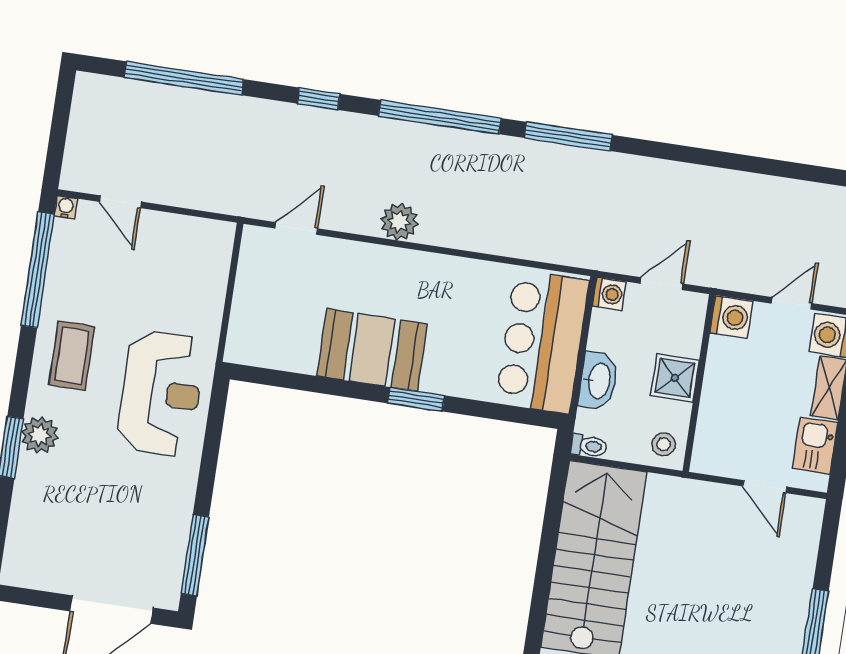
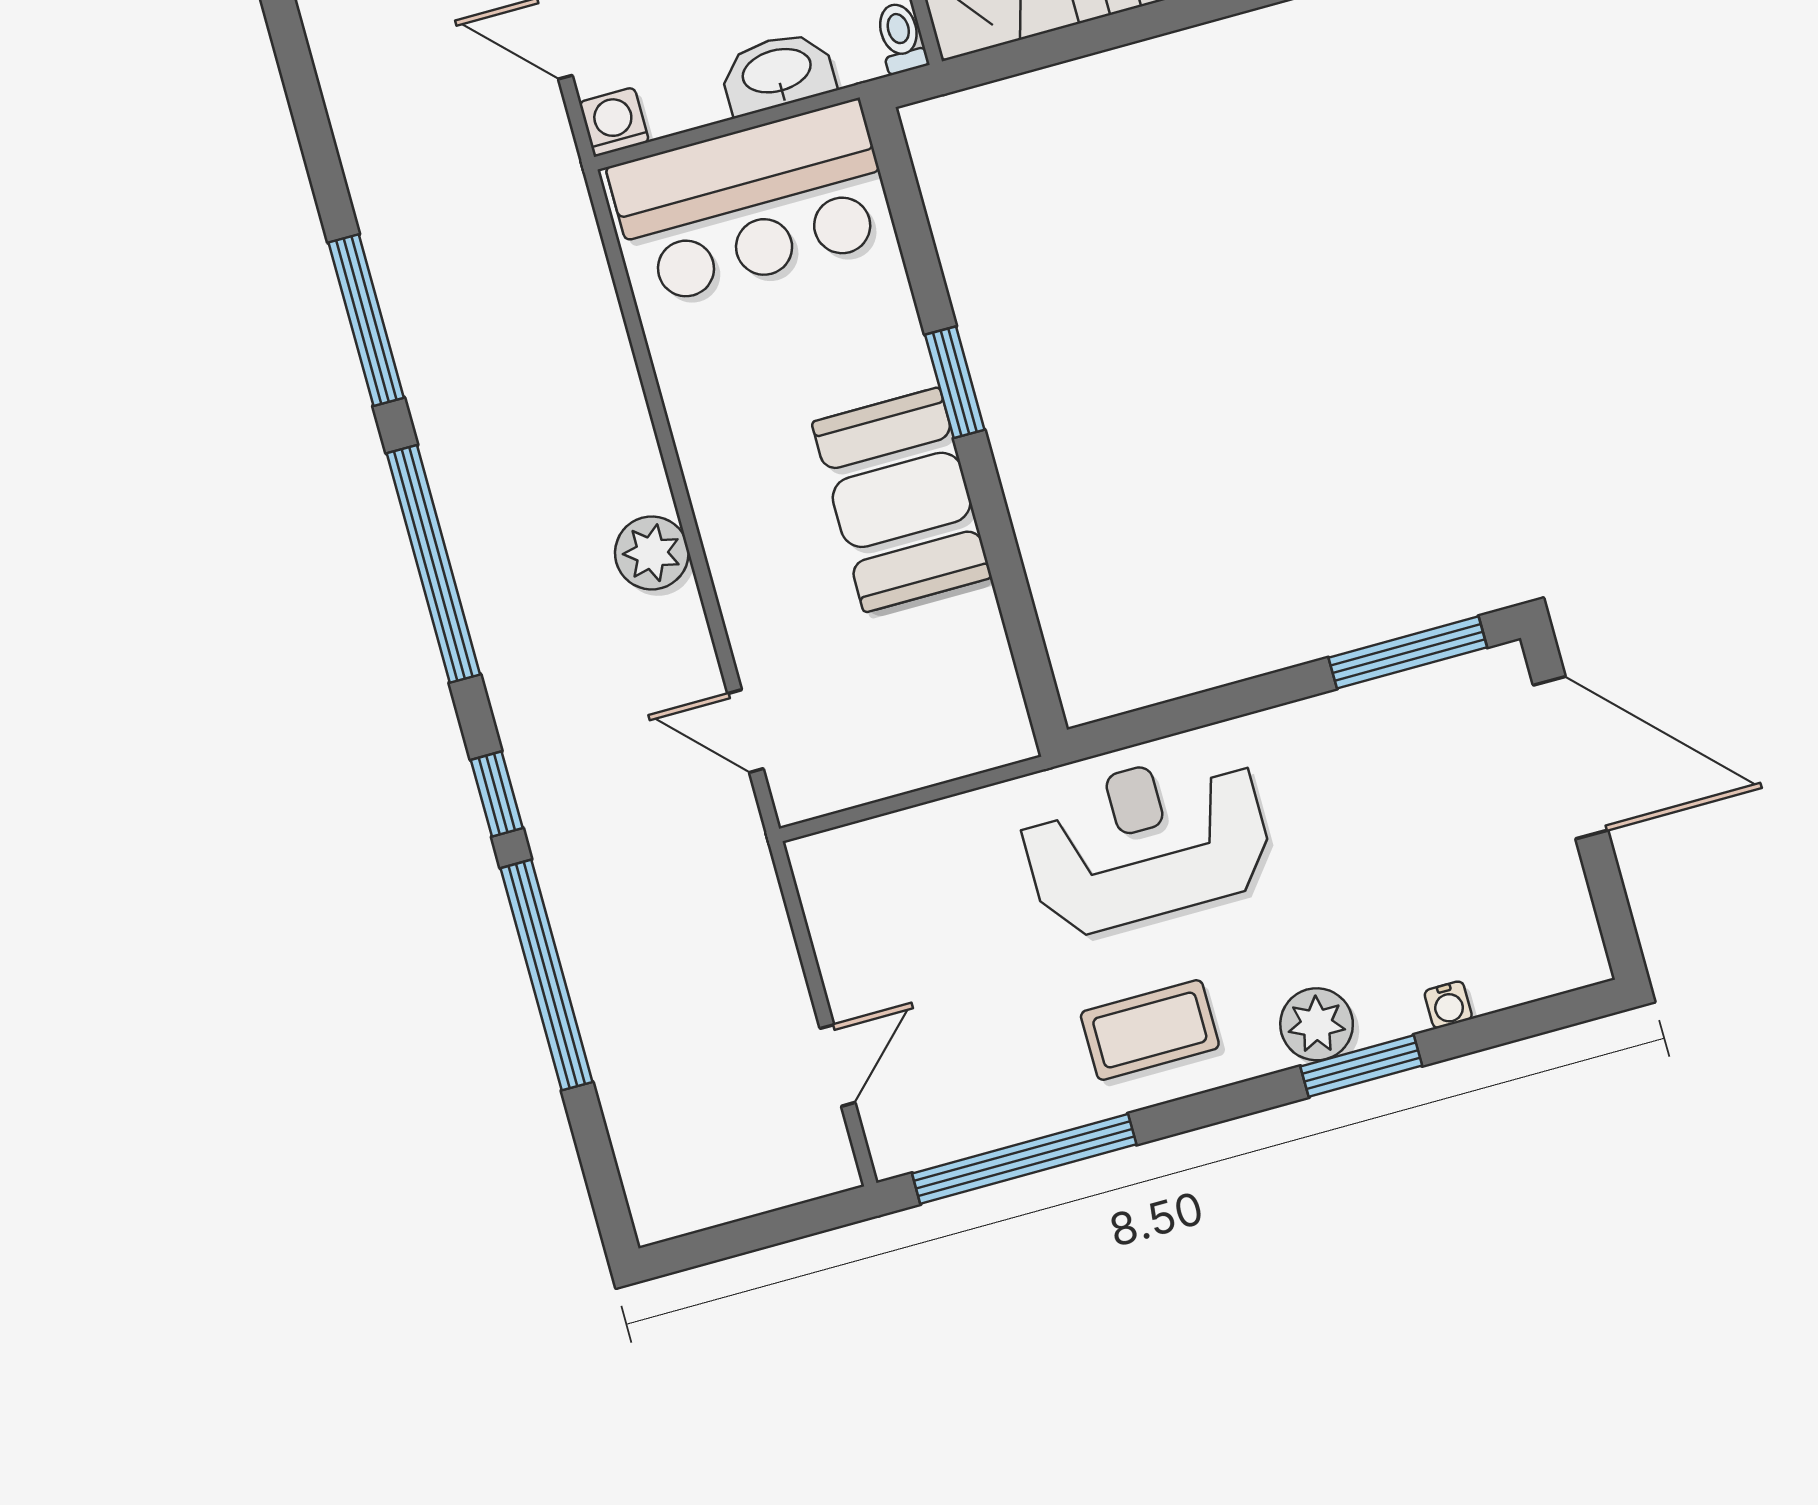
window: (184, 78) -> (547, 975), moved
water cooler: (66, 207) -> (1448, 1005), moved, turned -90

